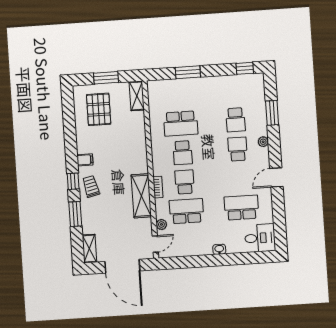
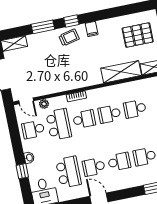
school desk: (181, 124) -> (135, 109), width x0.54
plant: (263, 142) -> (129, 183), removed
school desk: (239, 178) -> (94, 167), added
shelving: (141, 196) -> (121, 72), moved
school desk: (188, 240) -> (33, 130), added
window: (233, 259) -> (22, 171), added

